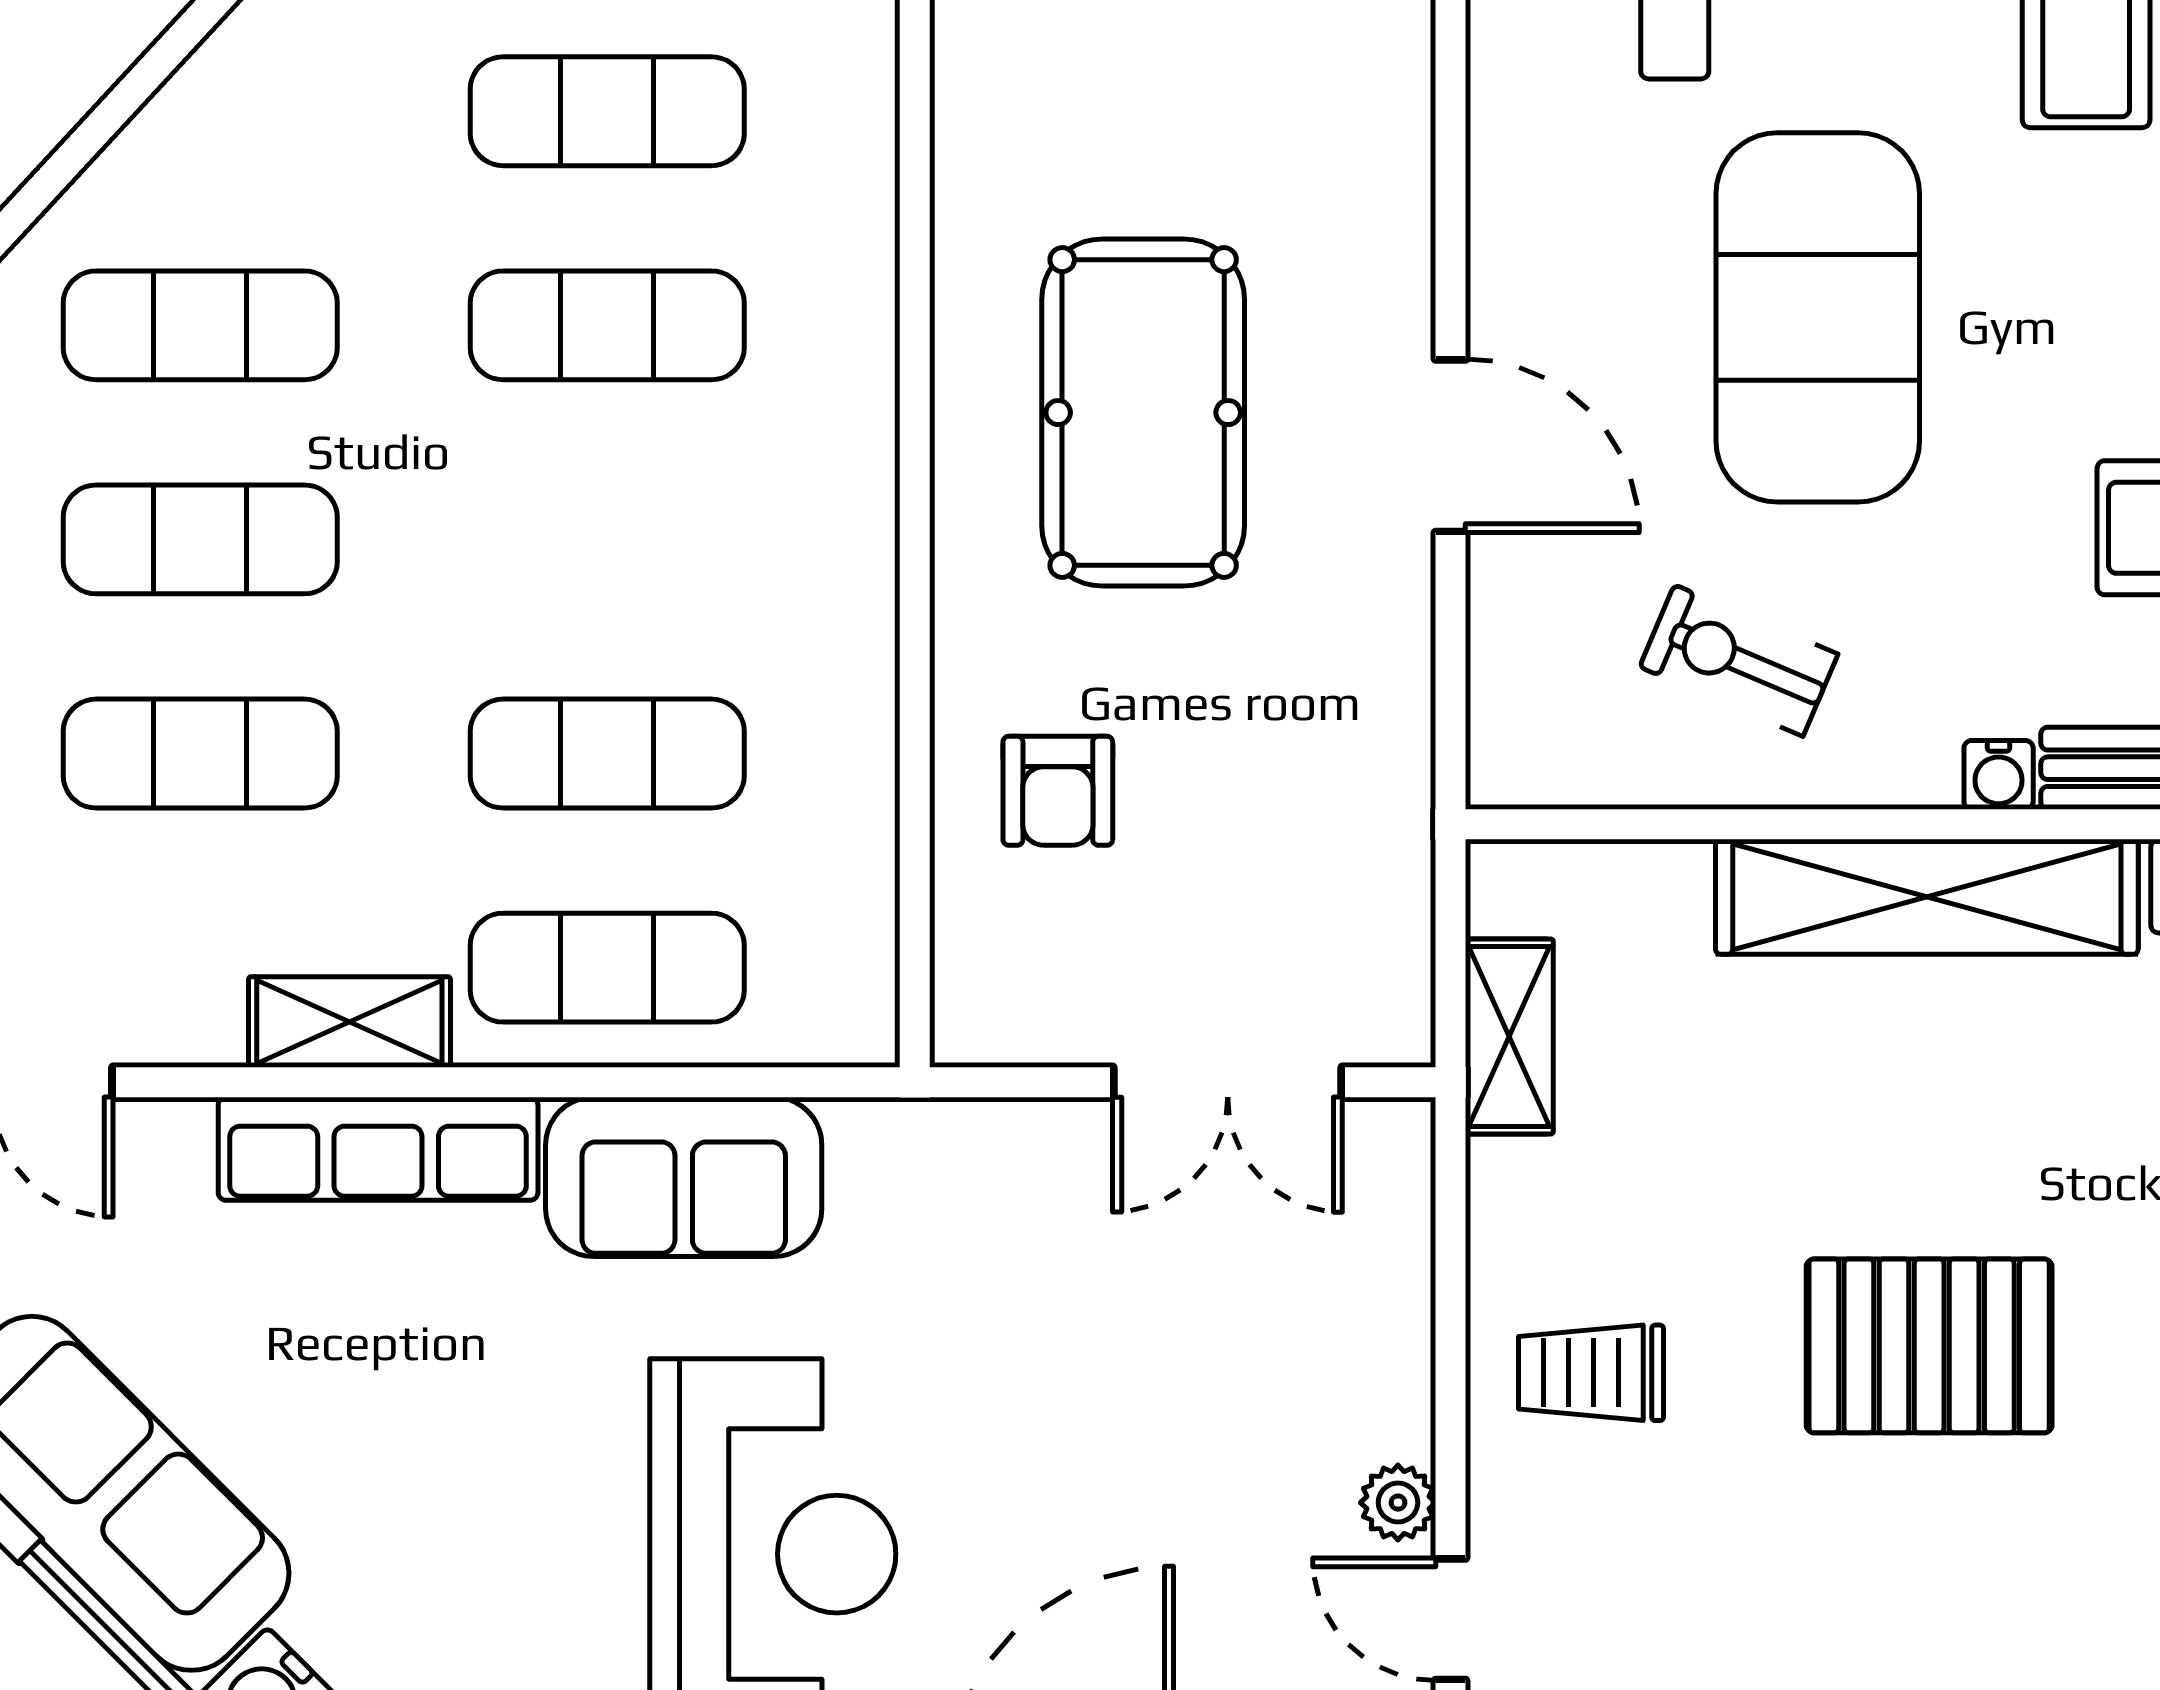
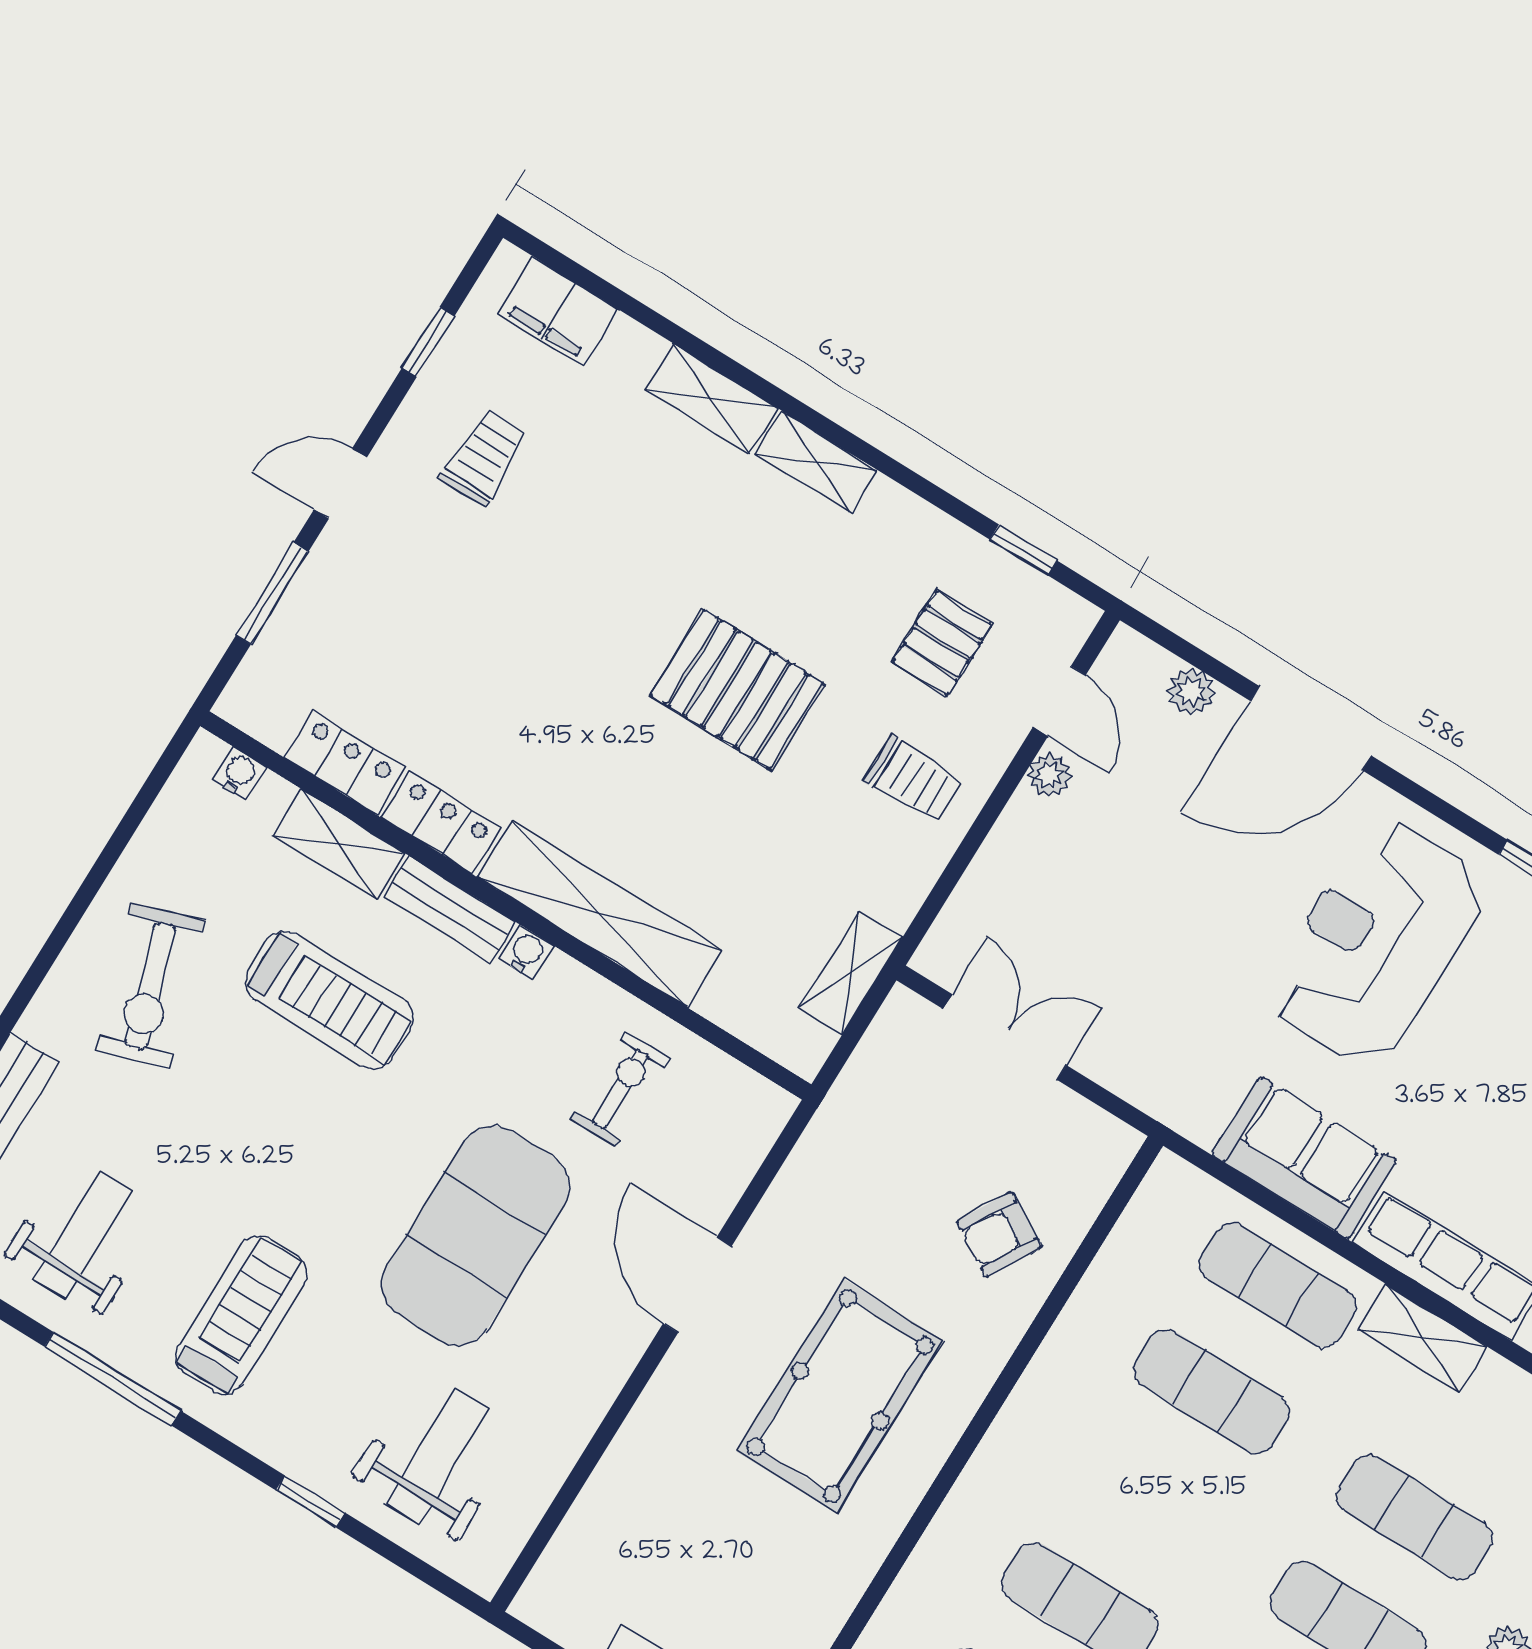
exercise bike: (1739, 661) -> (620, 1089), turned -113
armchair: (1058, 791) -> (999, 1234), turned -150
pallet: (1673, 1598) -> (942, 643), added

